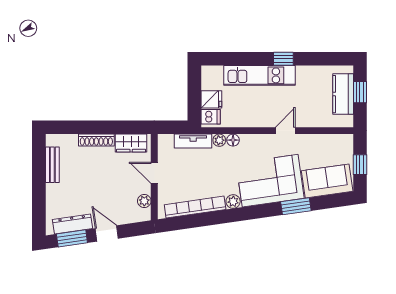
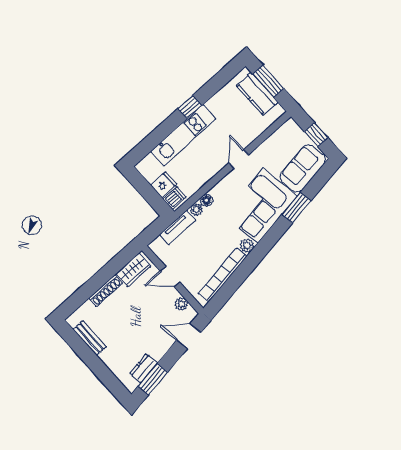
window: (360, 92) -> (268, 81), width x1.50
dresser: (72, 224) -> (144, 368), width x0.70
door: (107, 233) -> (189, 336), moved

